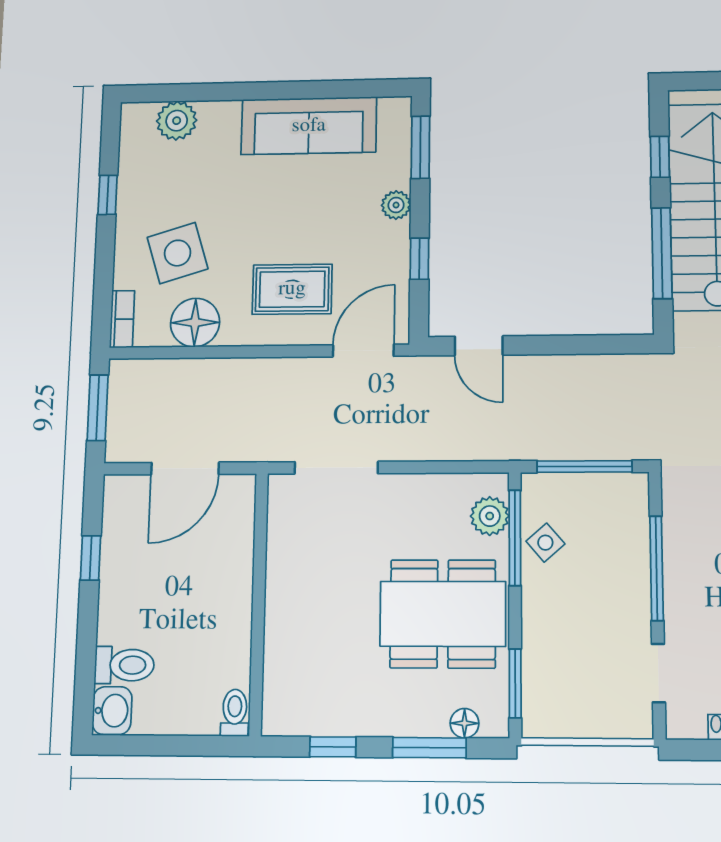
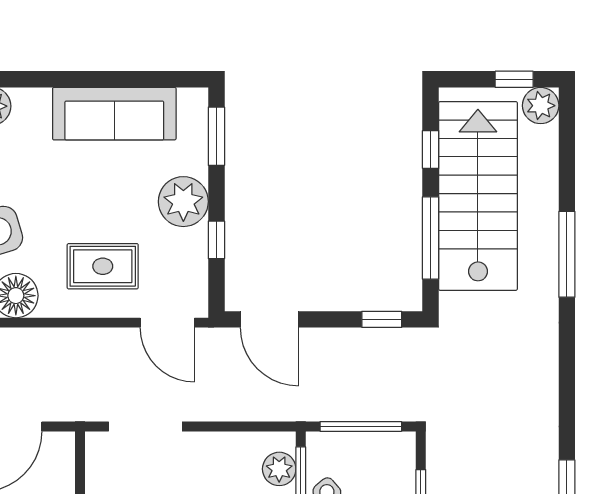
plant: (396, 205) -> (183, 202), width x1.88, depth x1.88
window: (607, 344) -> (382, 319), added
door: (479, 346) -> (269, 319), width x1.38
door: (363, 351) -> (167, 323), swing flipped

